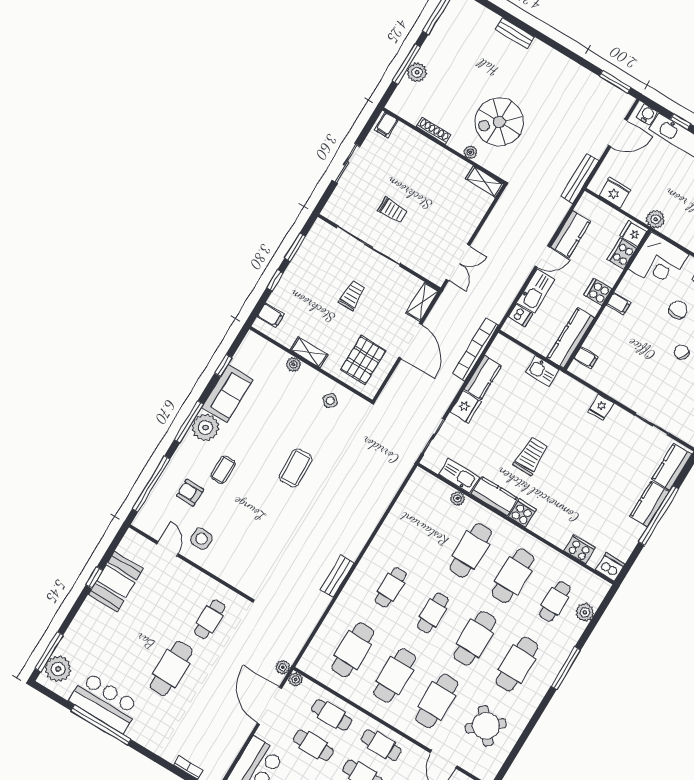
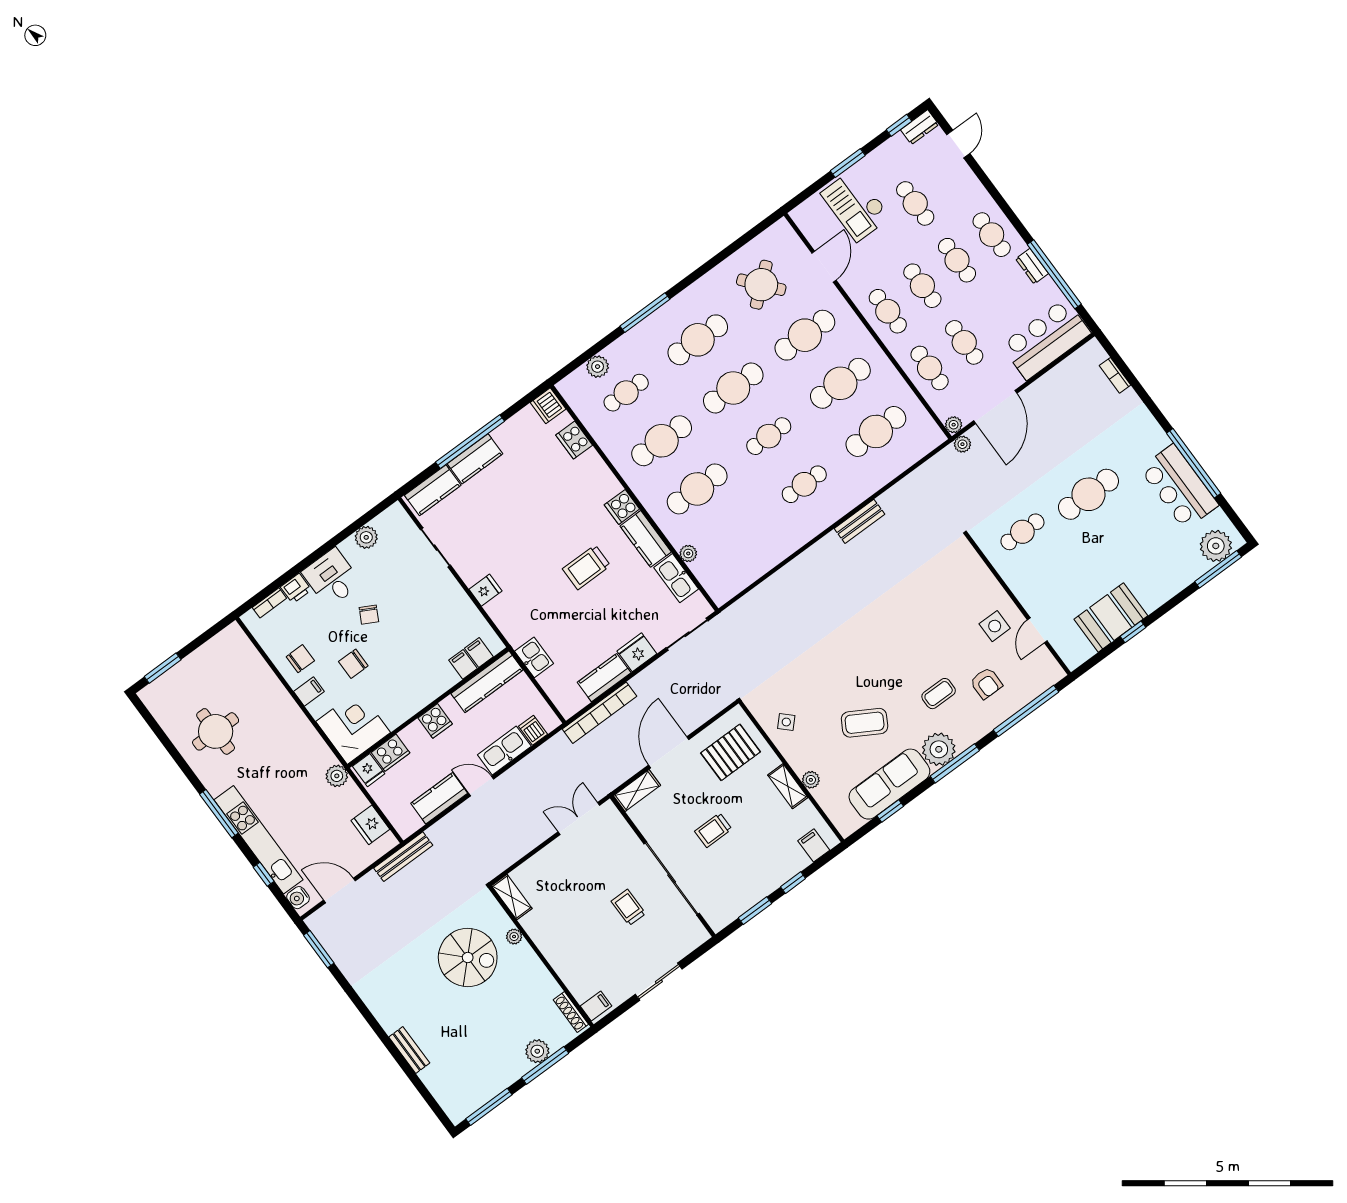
shoe rack: (434, 131) -> (571, 1012), moved
filing cabinet: (619, 304) -> (463, 664), moved
sofa: (227, 393) -> (889, 784), width x1.36
coffee table: (296, 468) -> (865, 723), moved, turned 32

